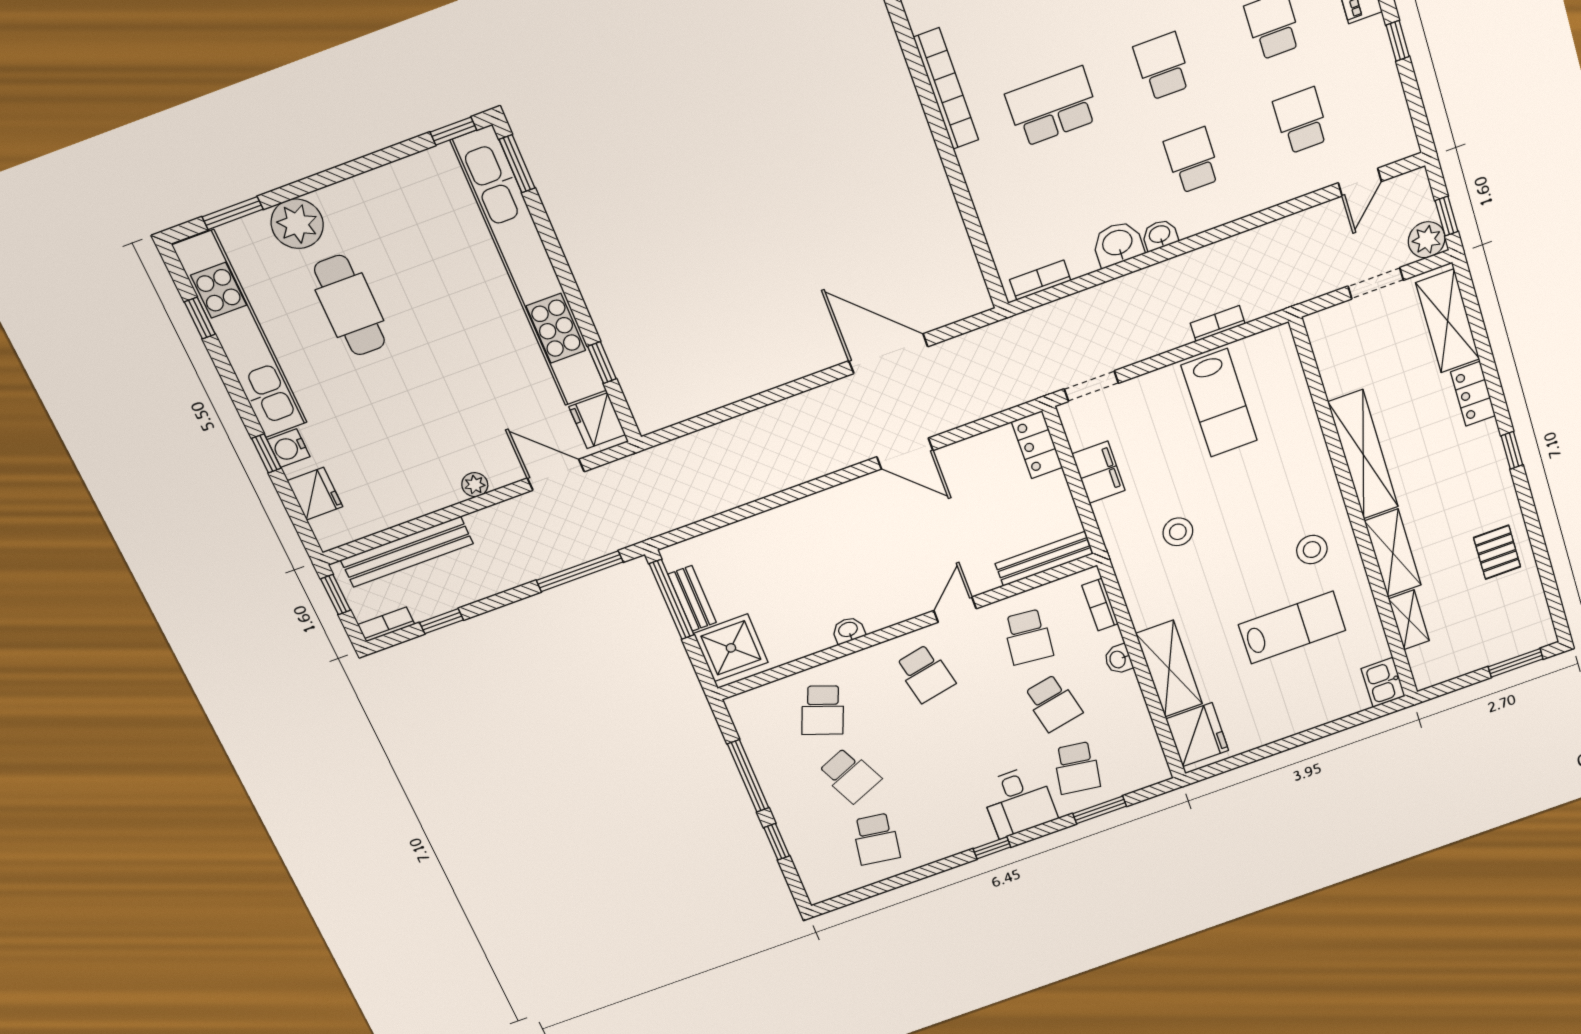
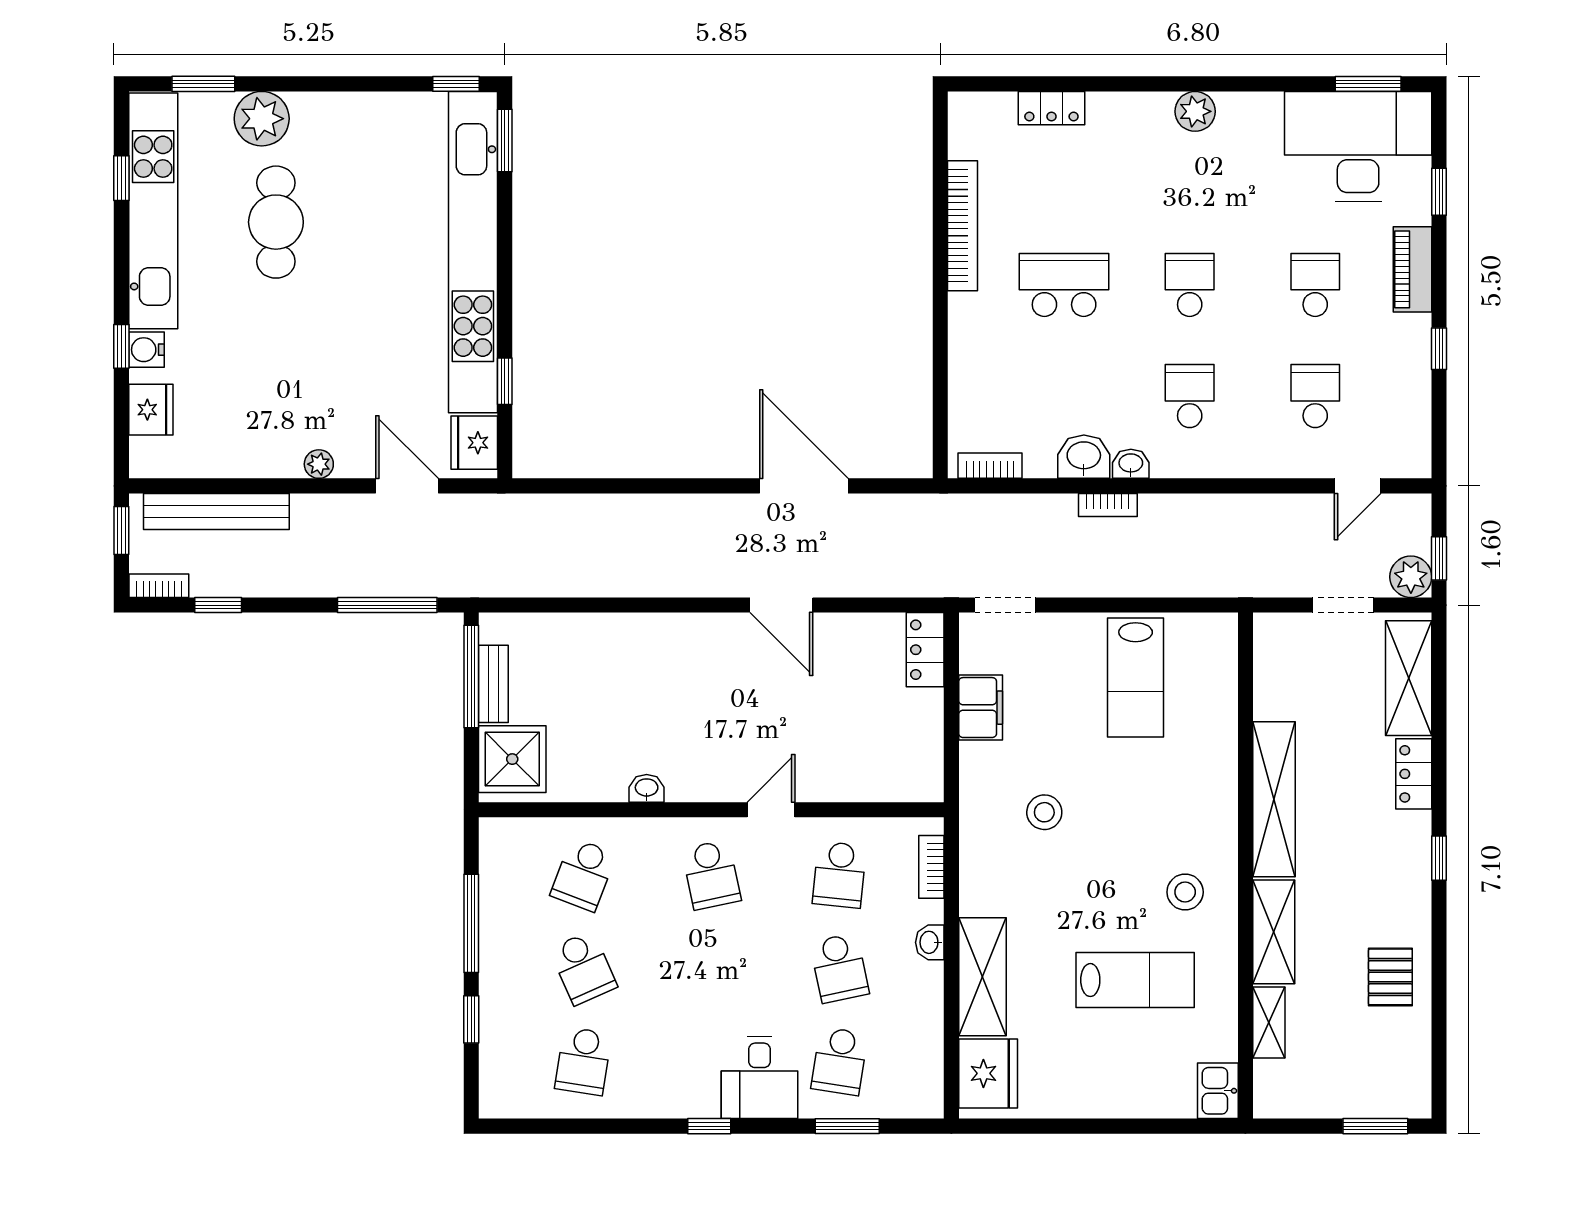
bookcase: (1218, 324) -> (1108, 505), moved, turned 180
bench: (1044, 559) -> (888, 787), removed

